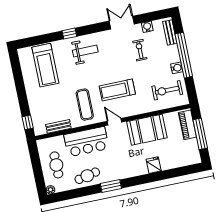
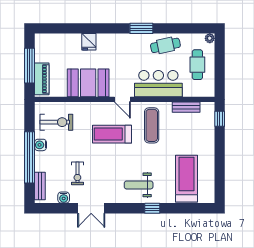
treadmill: (117, 90) -> (112, 134), turned 180

